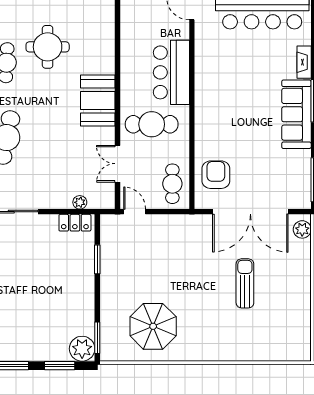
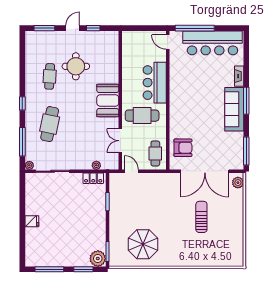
armchair: (216, 175) -> (183, 148), turned 90

